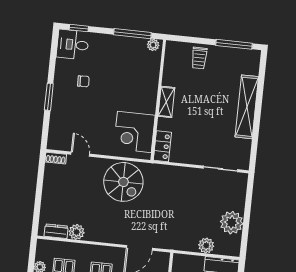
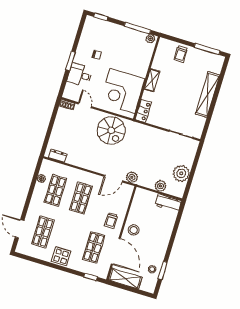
desk: (73, 45) -> (80, 75), moved
corner desk: (134, 132) -> (122, 91), width x1.36, depth x1.36
plant: (77, 232) -> (132, 177), moved

